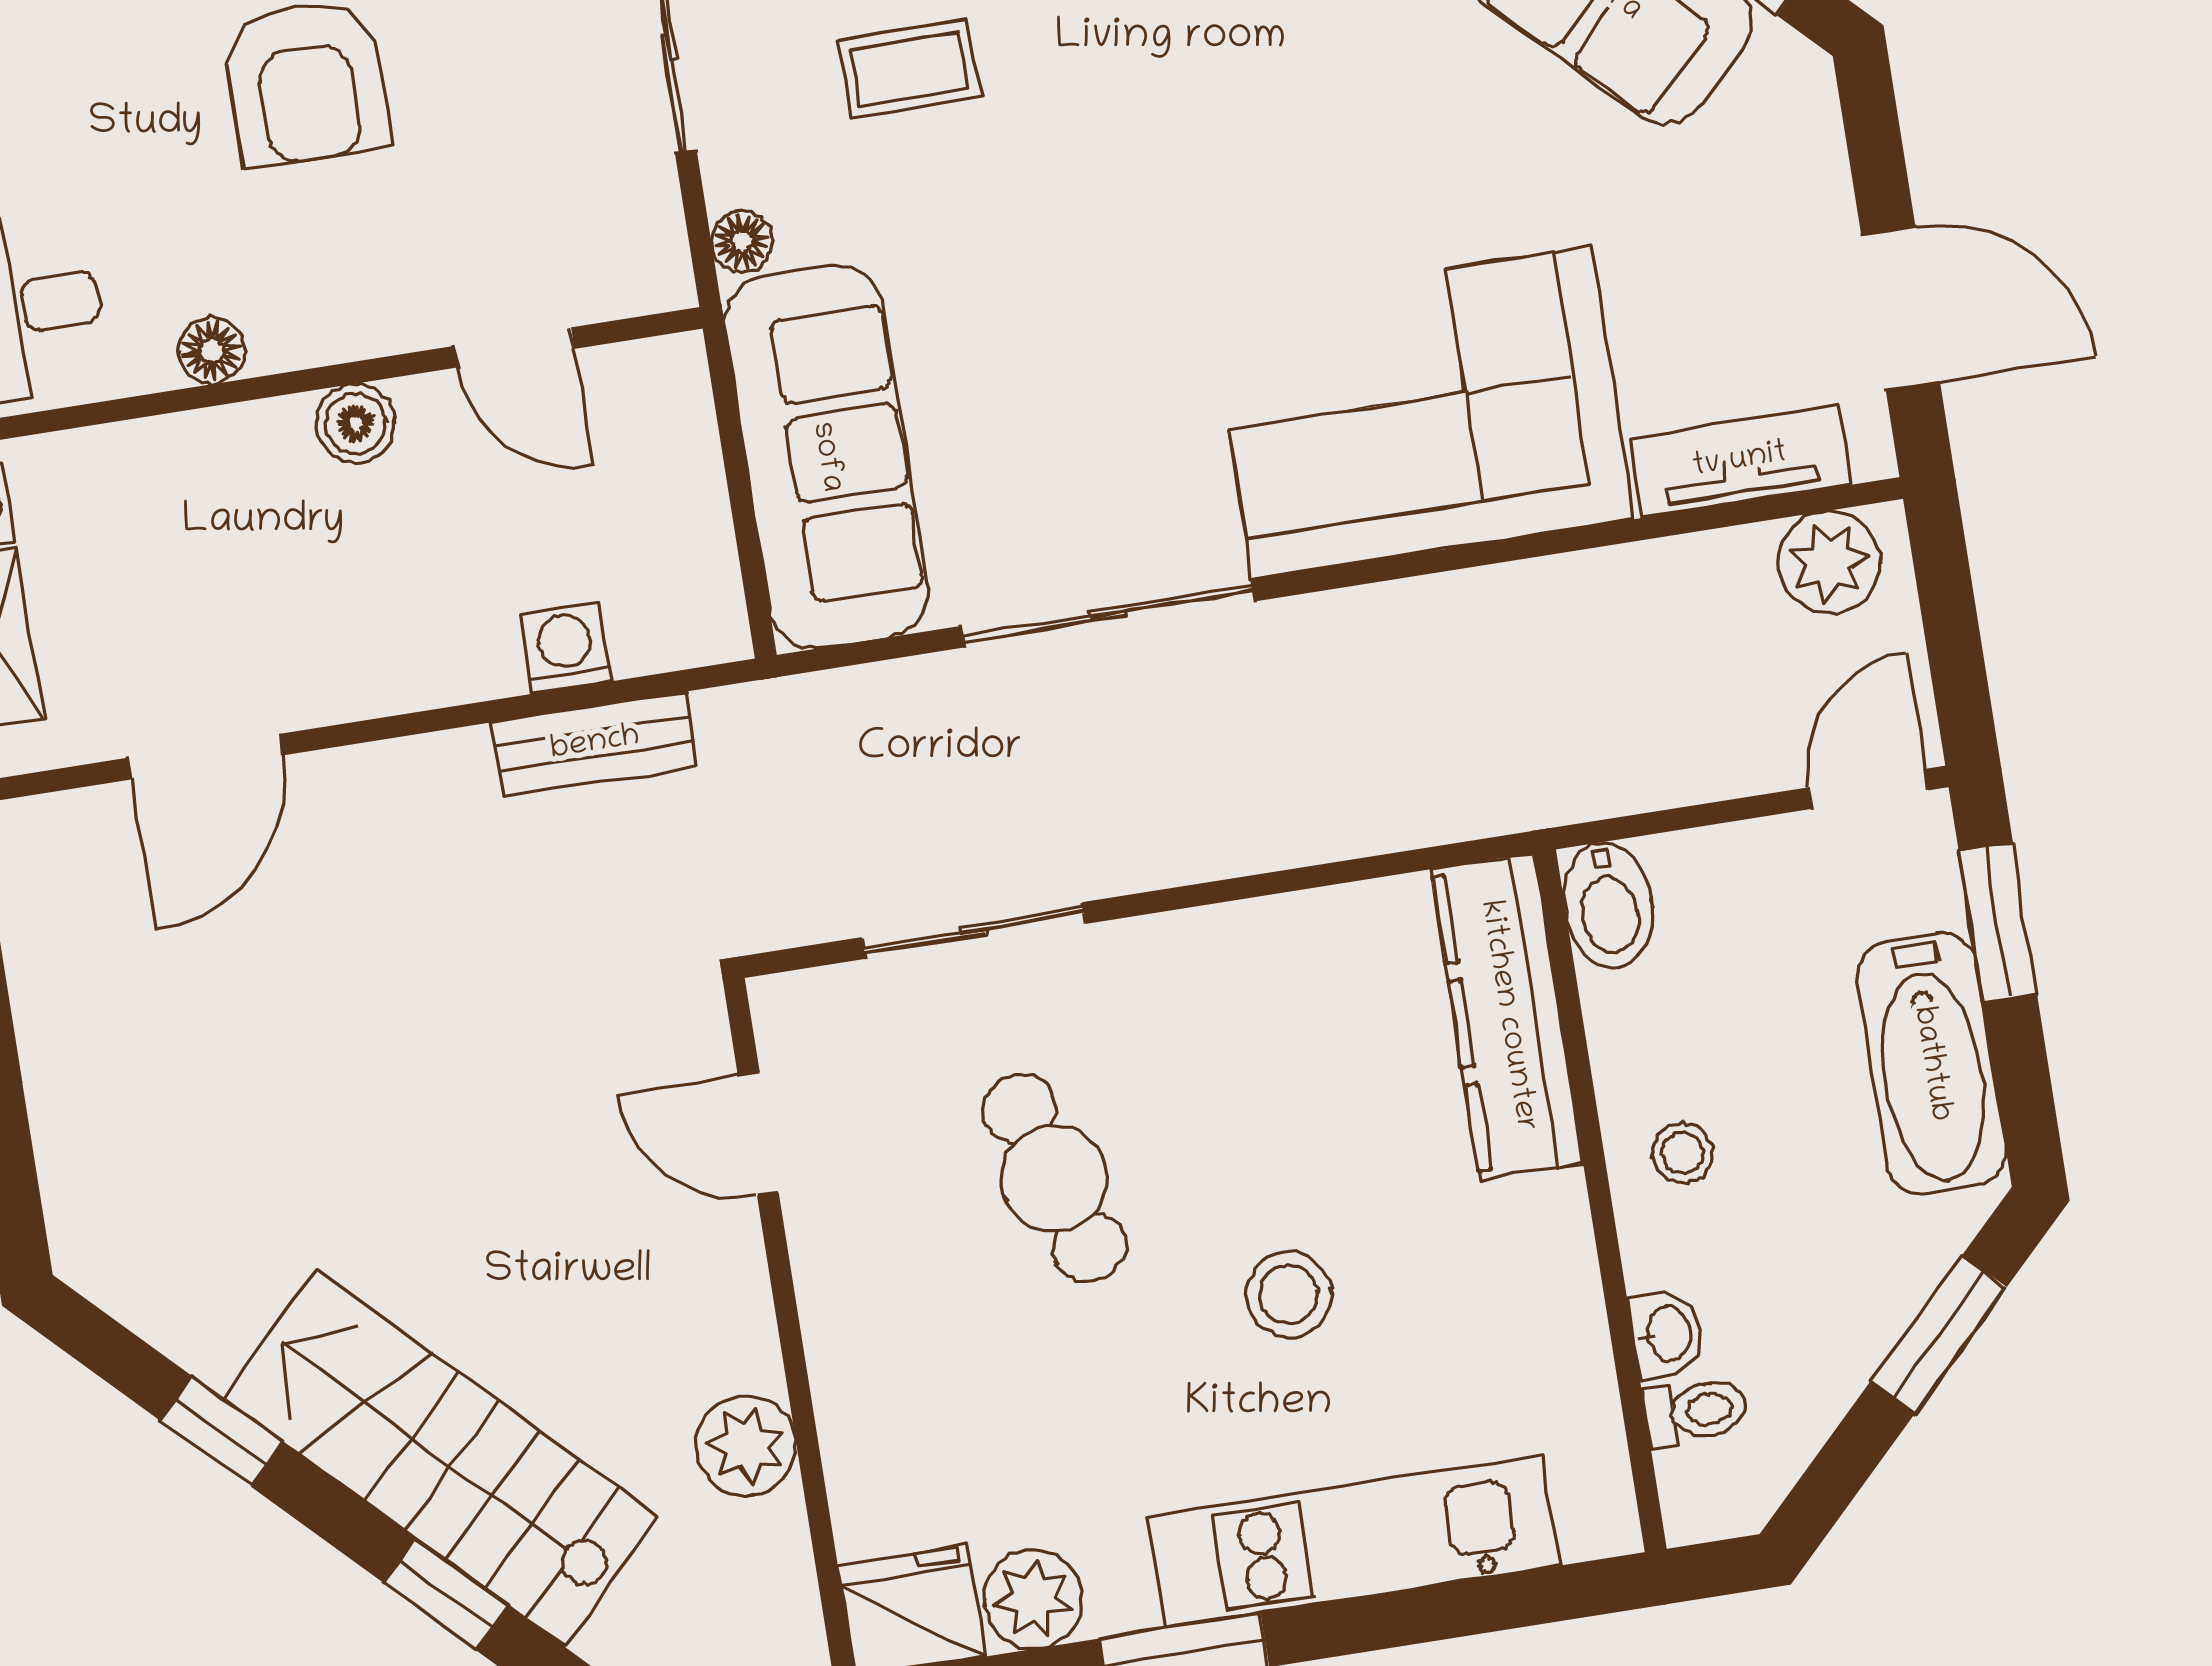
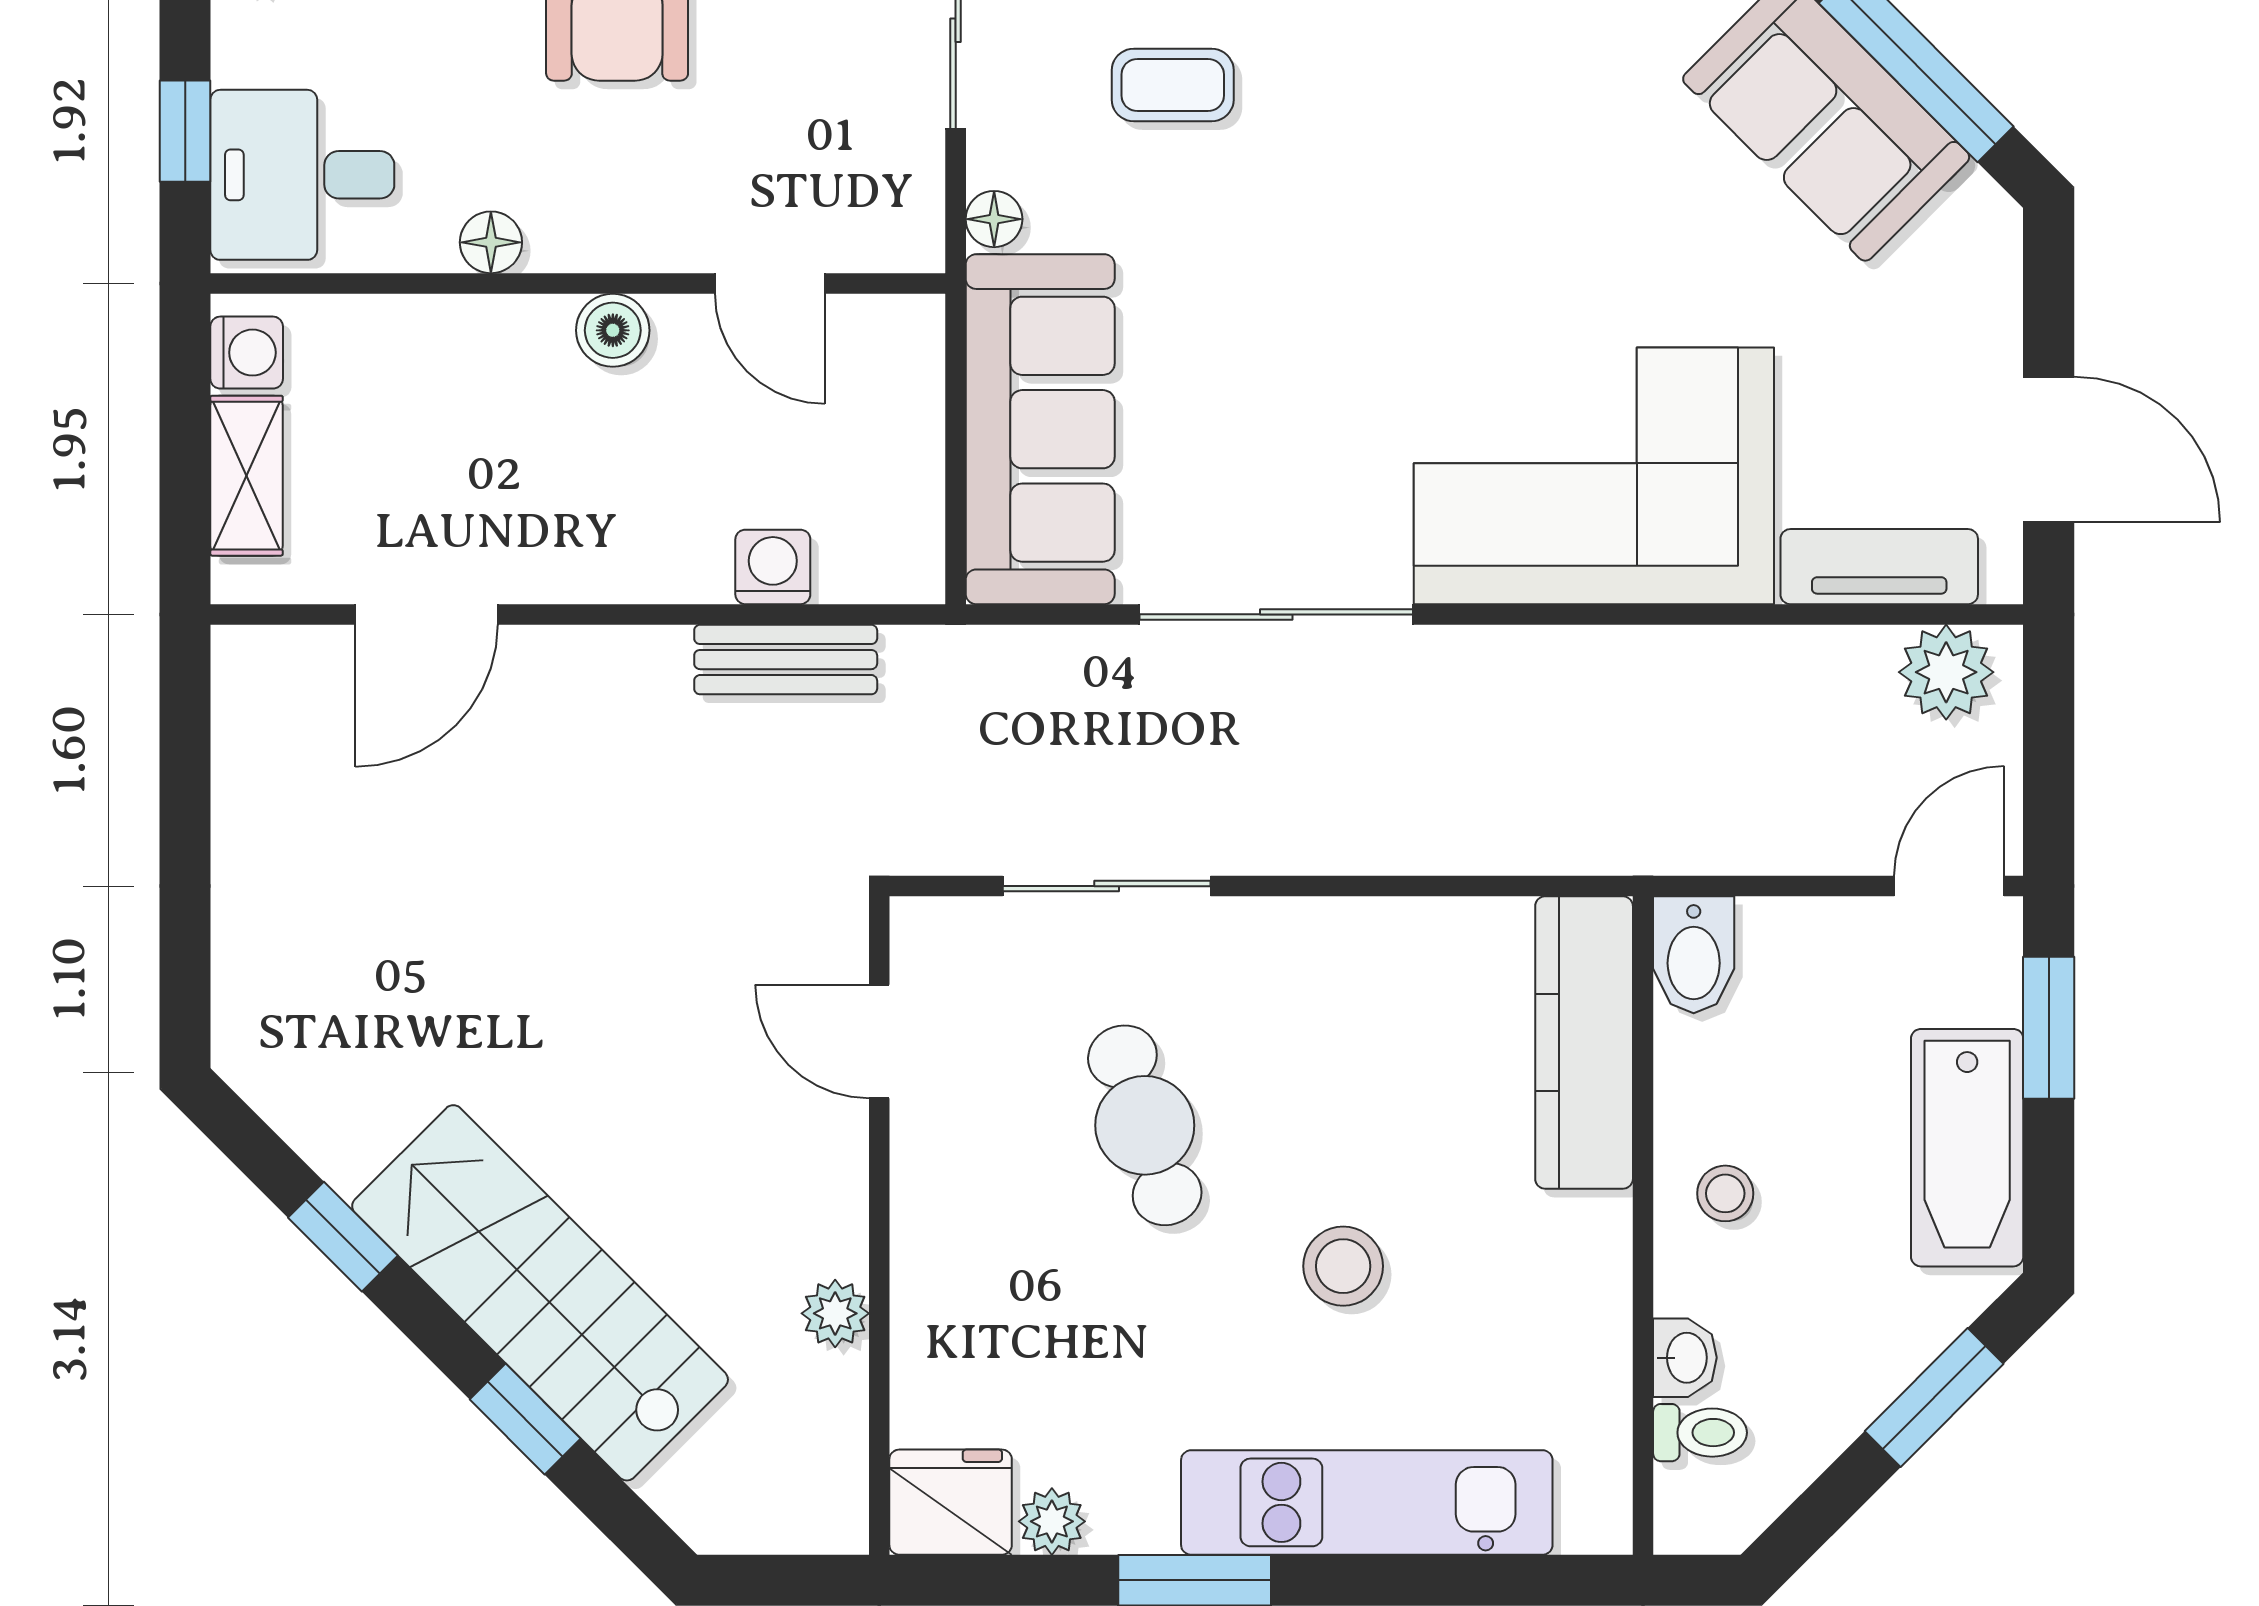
plant: (746, 1446) -> (835, 1313), width x0.73, depth x0.73
plant: (1034, 1599) -> (1052, 1521), width x0.73, depth x0.73

